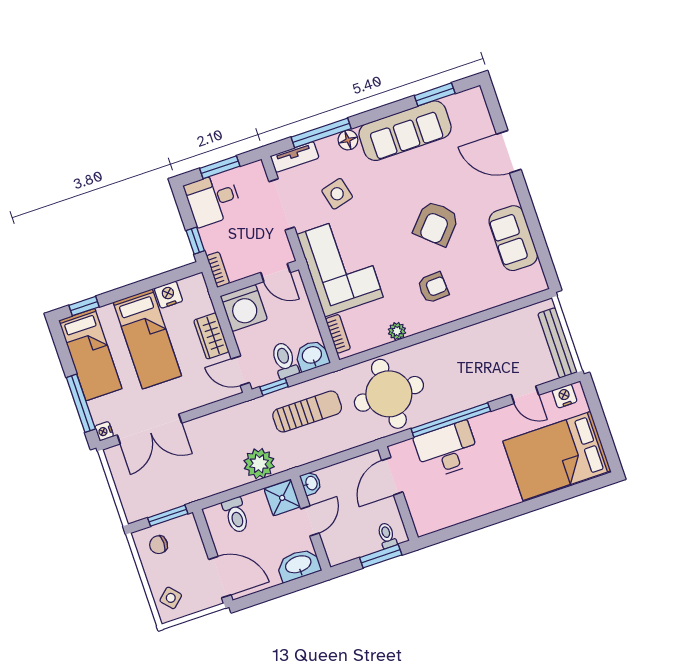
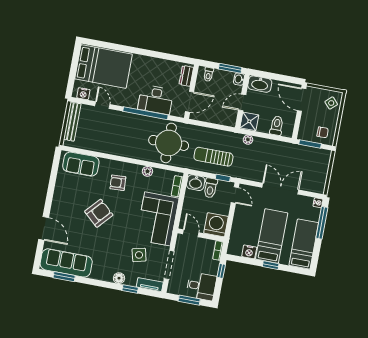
sofa: (405, 131) -> (66, 263), moved
window: (321, 133) -> (130, 289), width x0.46
sofa: (513, 238) -> (81, 164), moved, turned 90
window: (84, 306) -> (271, 265), moved
wardrobe: (211, 336) -> (240, 220), removed
double door: (150, 429) -> (280, 189), moved
plant: (259, 464) -> (248, 140), width x0.53, depth x0.53
washbasin: (311, 483) -> (239, 79), moved
dresser: (420, 514) -> (186, 76), added
window: (381, 556) -> (230, 68), moved

